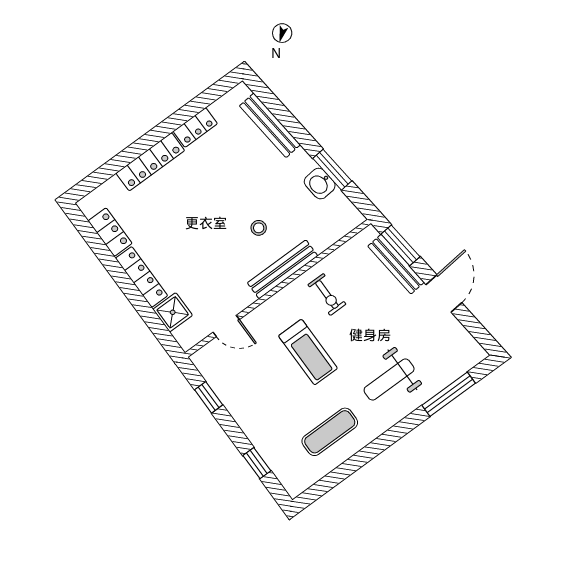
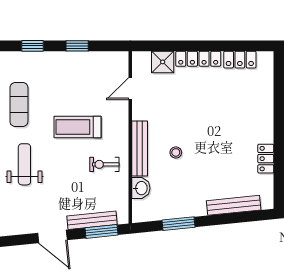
locker: (150, 162) -> (265, 116), removed
washbasin: (320, 184) -> (141, 188), moved, turned 96
window: (209, 397) -> (77, 46), moved

